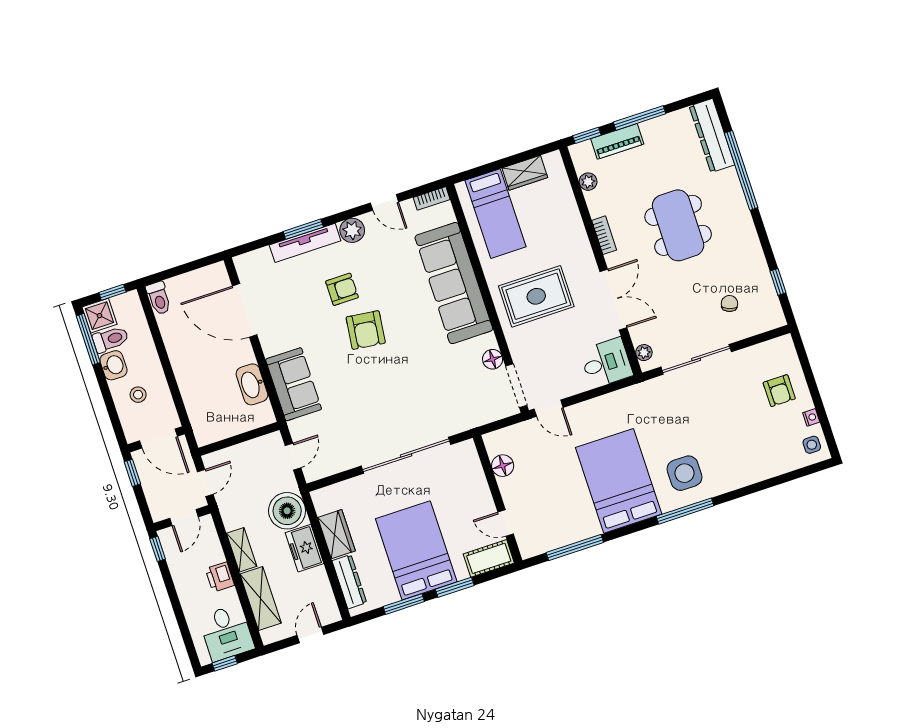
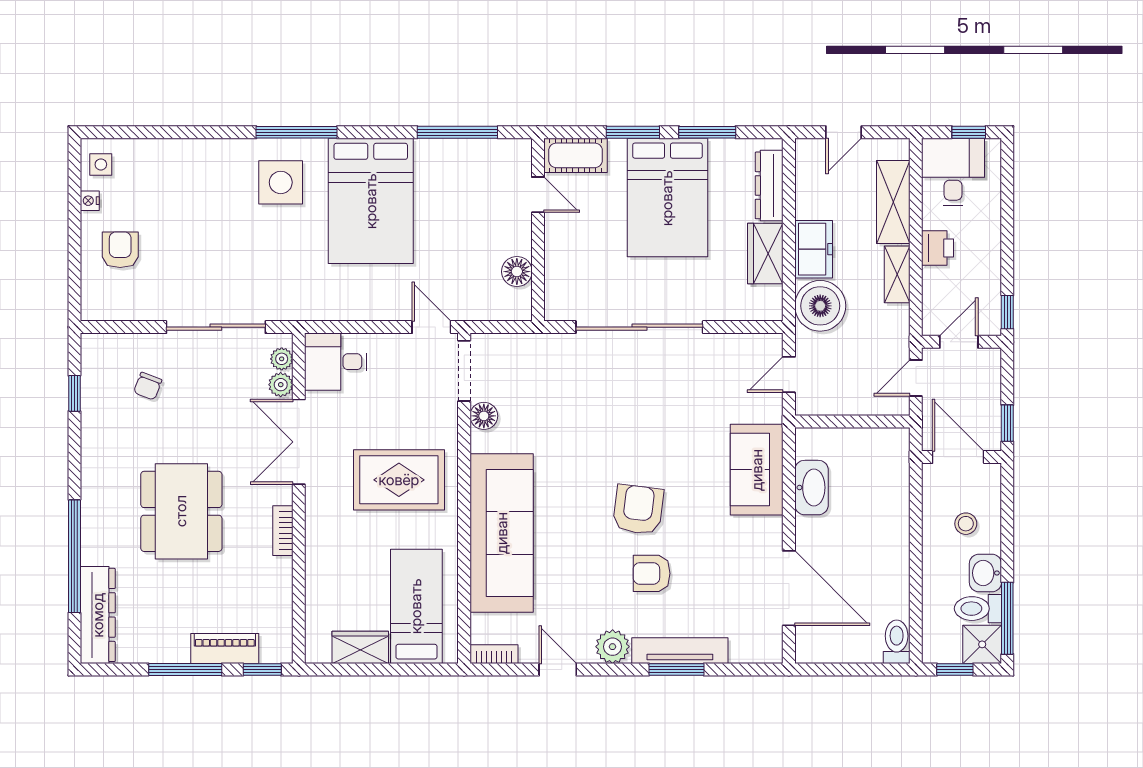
plant: (588, 182) -> (281, 385), moved

